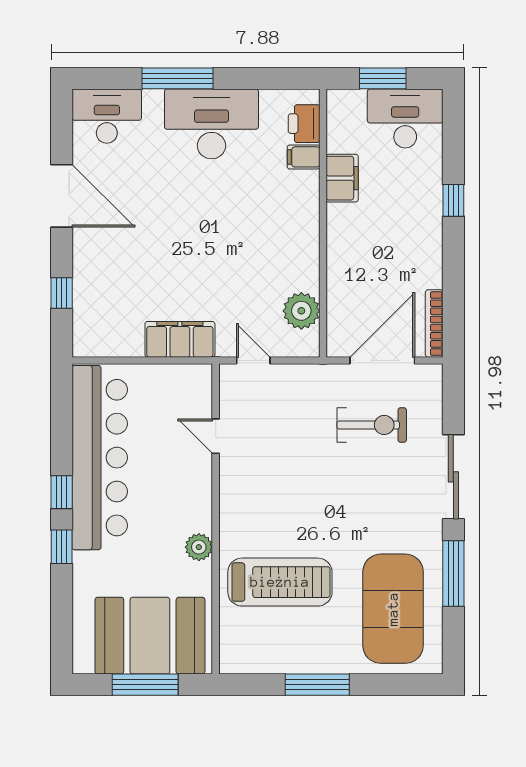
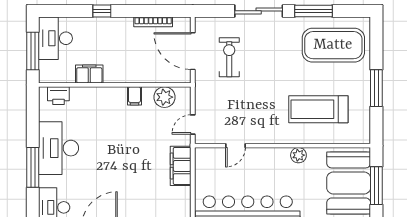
window: (383, 78) -> (33, 51), width x1.44
filing cabinet: (304, 157) -> (134, 96), moved
bookcase: (434, 324) -> (153, 22), moved
treadmill: (280, 582) -> (318, 109), turned -90

